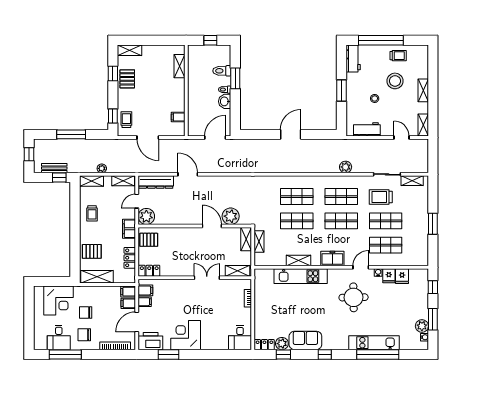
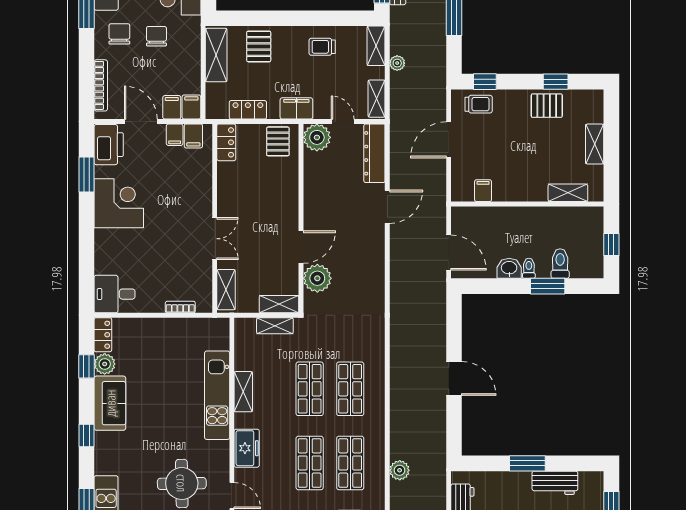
shelving: (130, 50) -> (595, 144), moved
workbench: (353, 58) -> (555, 483), moved

